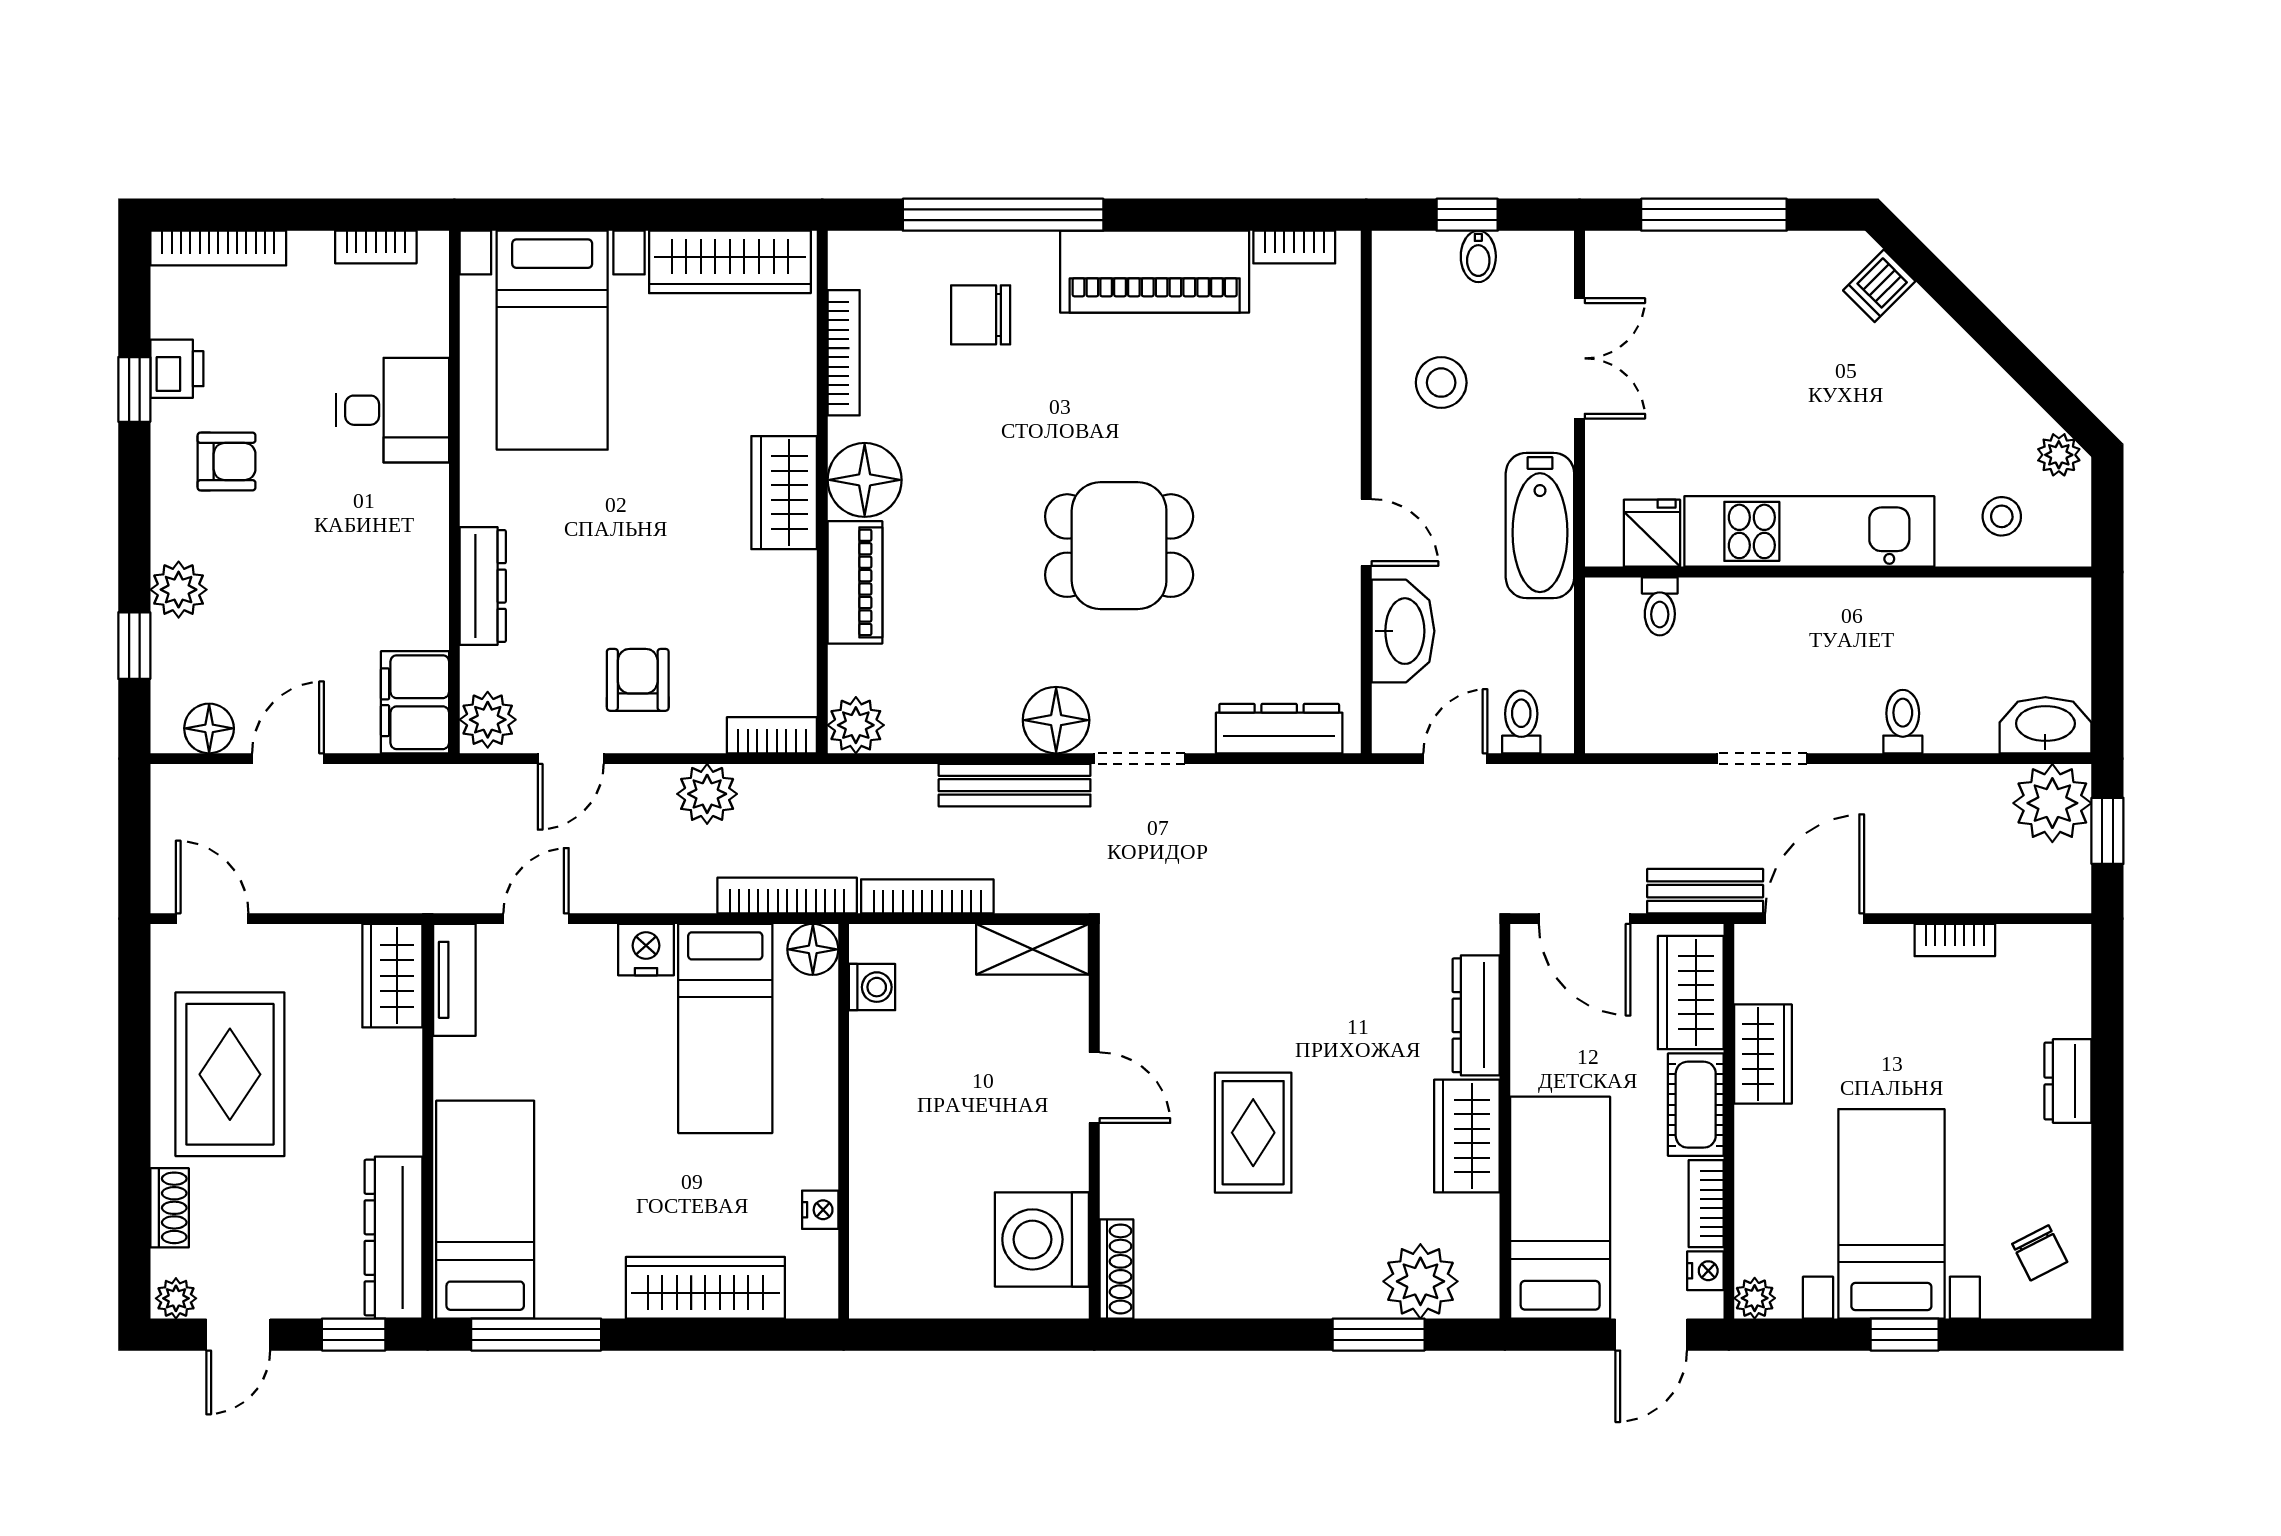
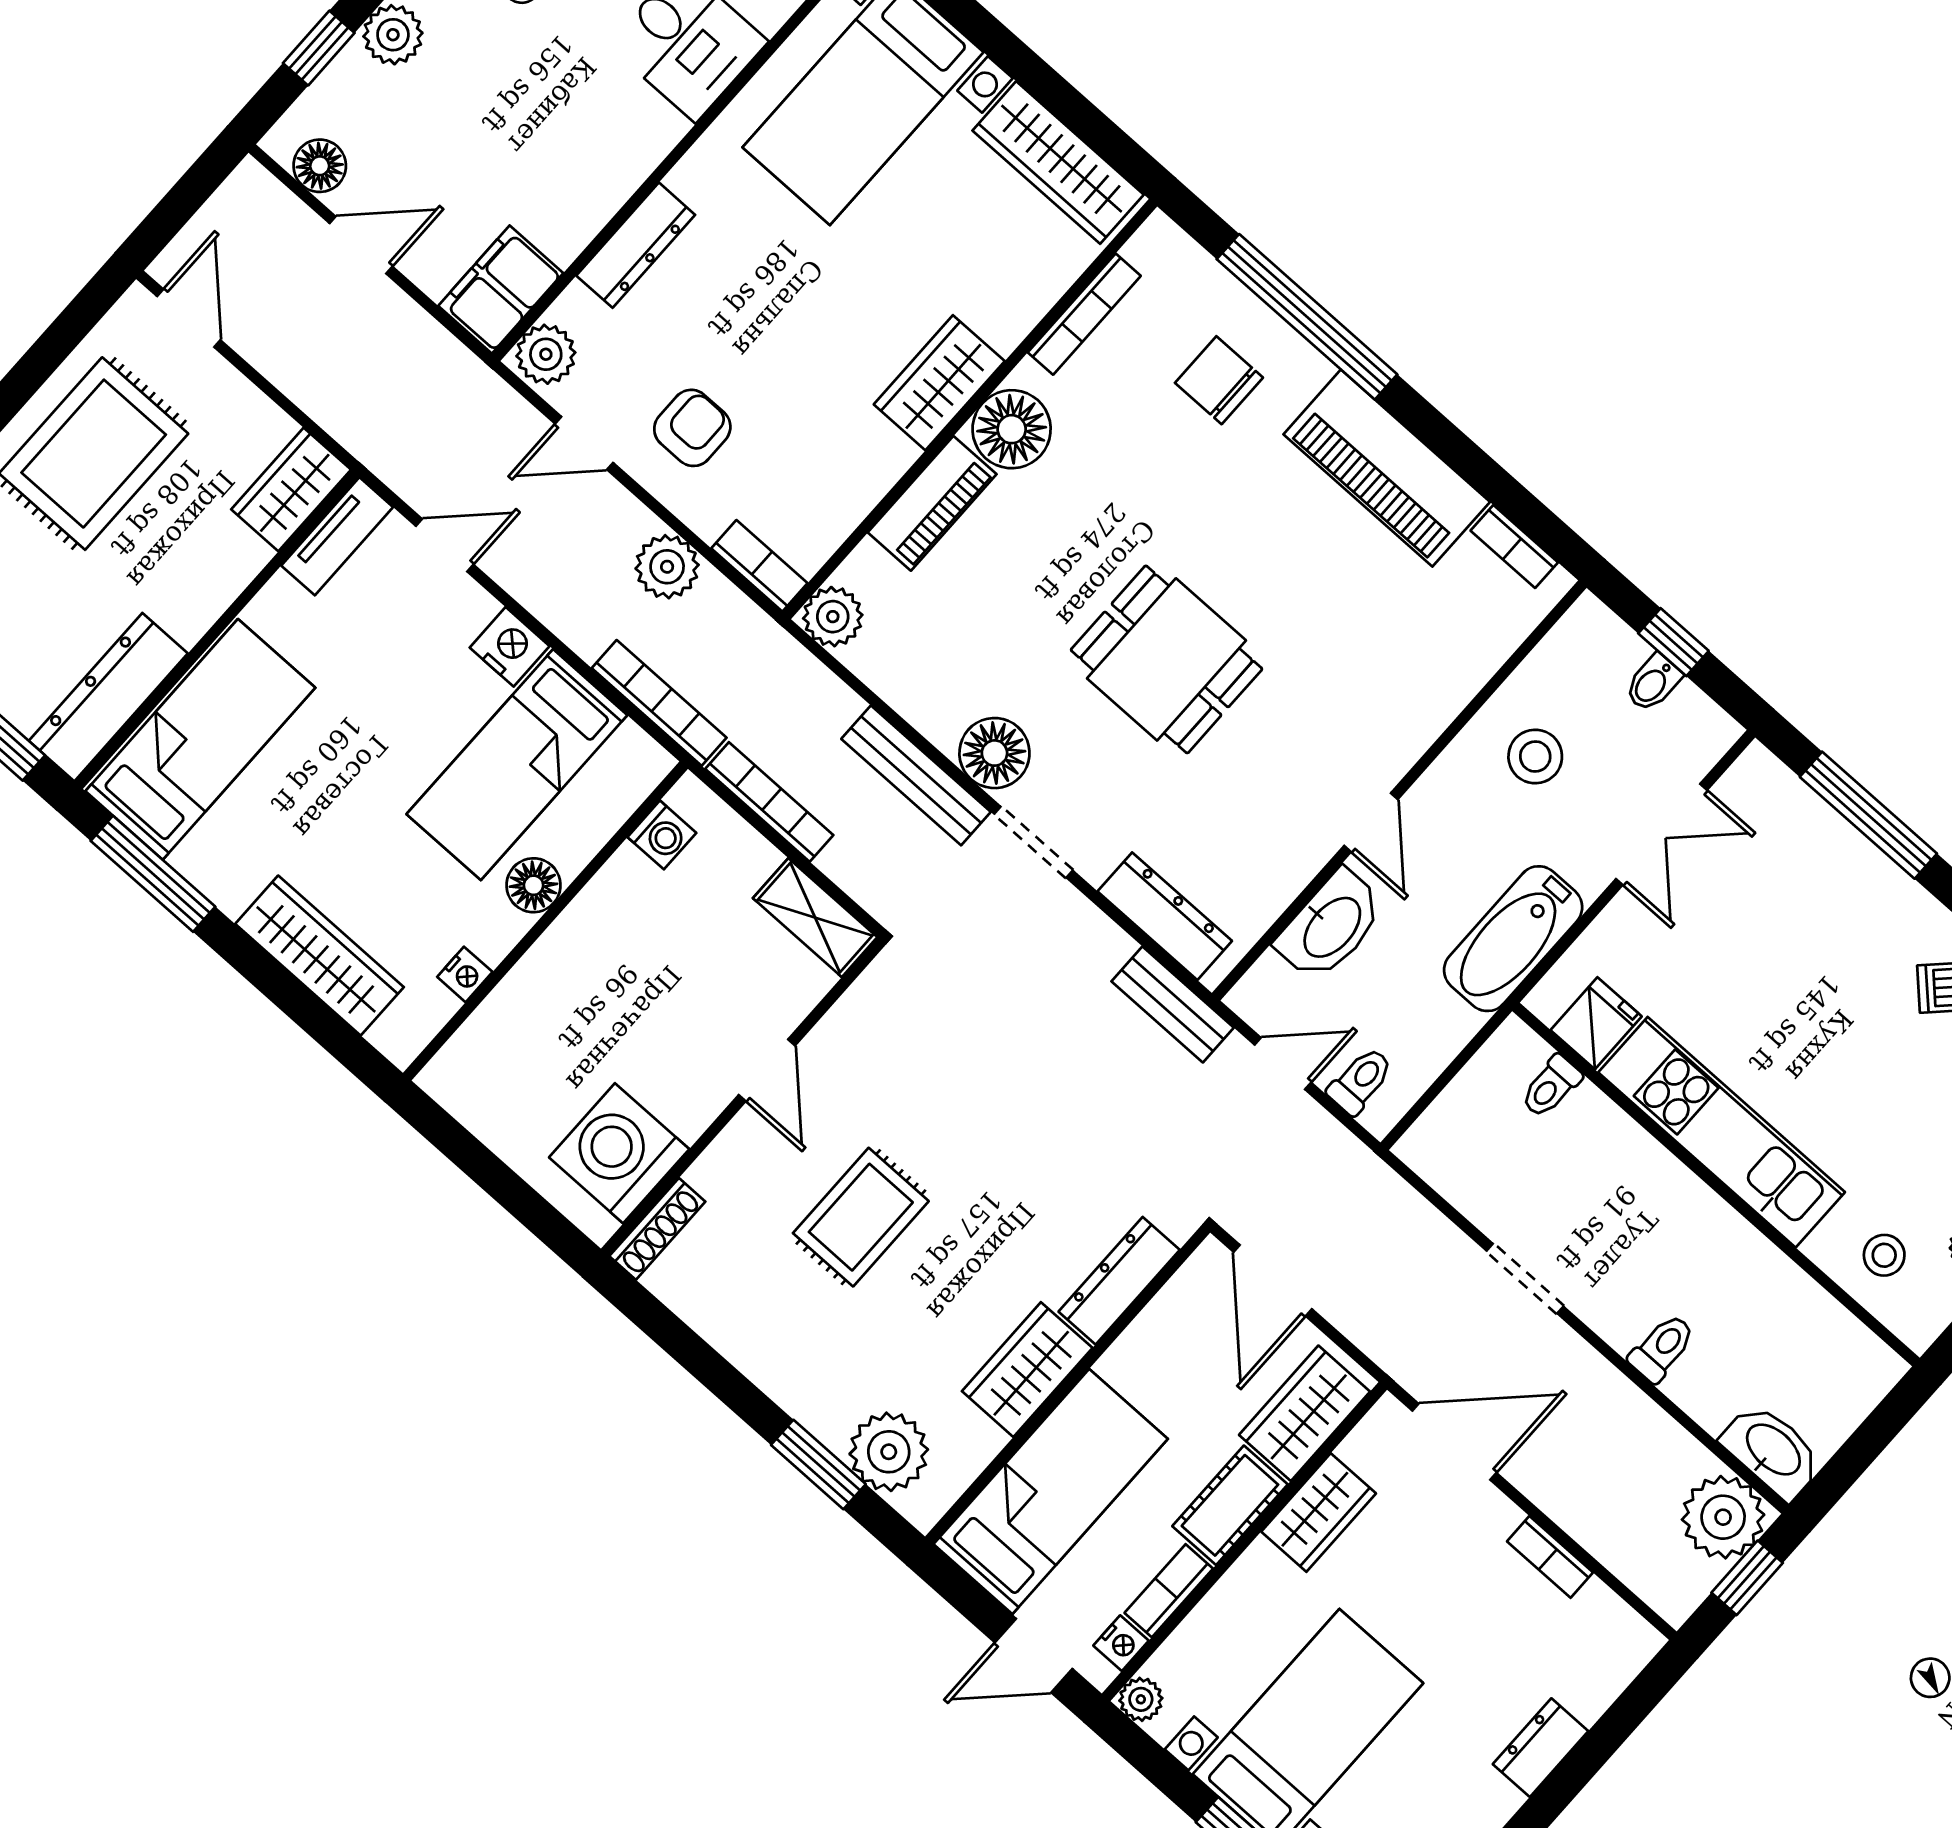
bench: (1705, 891) -> (1173, 1004), moved
floor lamp: (813, 949) -> (534, 885), moved

